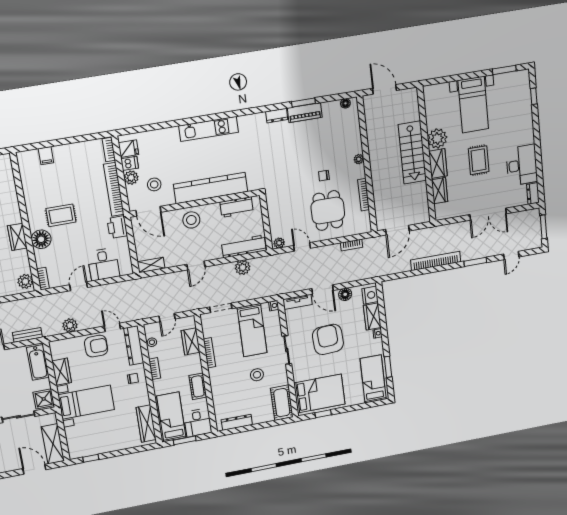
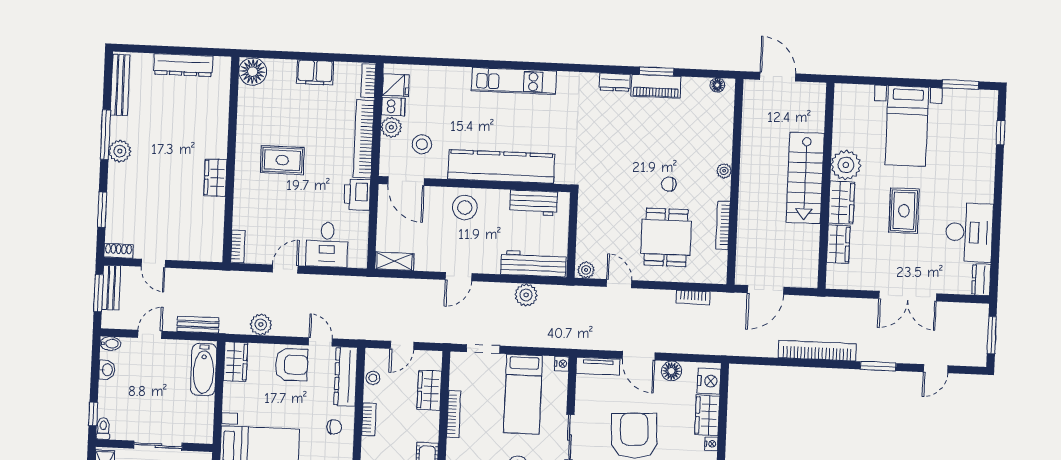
filing cabinet: (46, 156) -> (315, 72), moved, width x2.00
floor lamp: (41, 239) -> (253, 72), moved
plant: (25, 281) -> (212, 245), removed
wardrobe: (62, 372) -> (236, 362), moved
shower: (44, 399) -> (200, 427), removed

